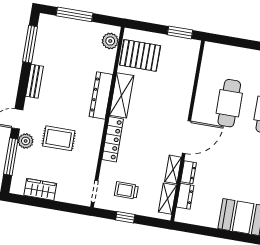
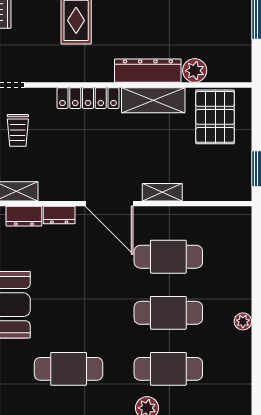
plant: (110, 41) -> (195, 71), moved
shelving: (173, 169) -> (162, 192), moved
trolley: (126, 190) -> (18, 130), turned 180

